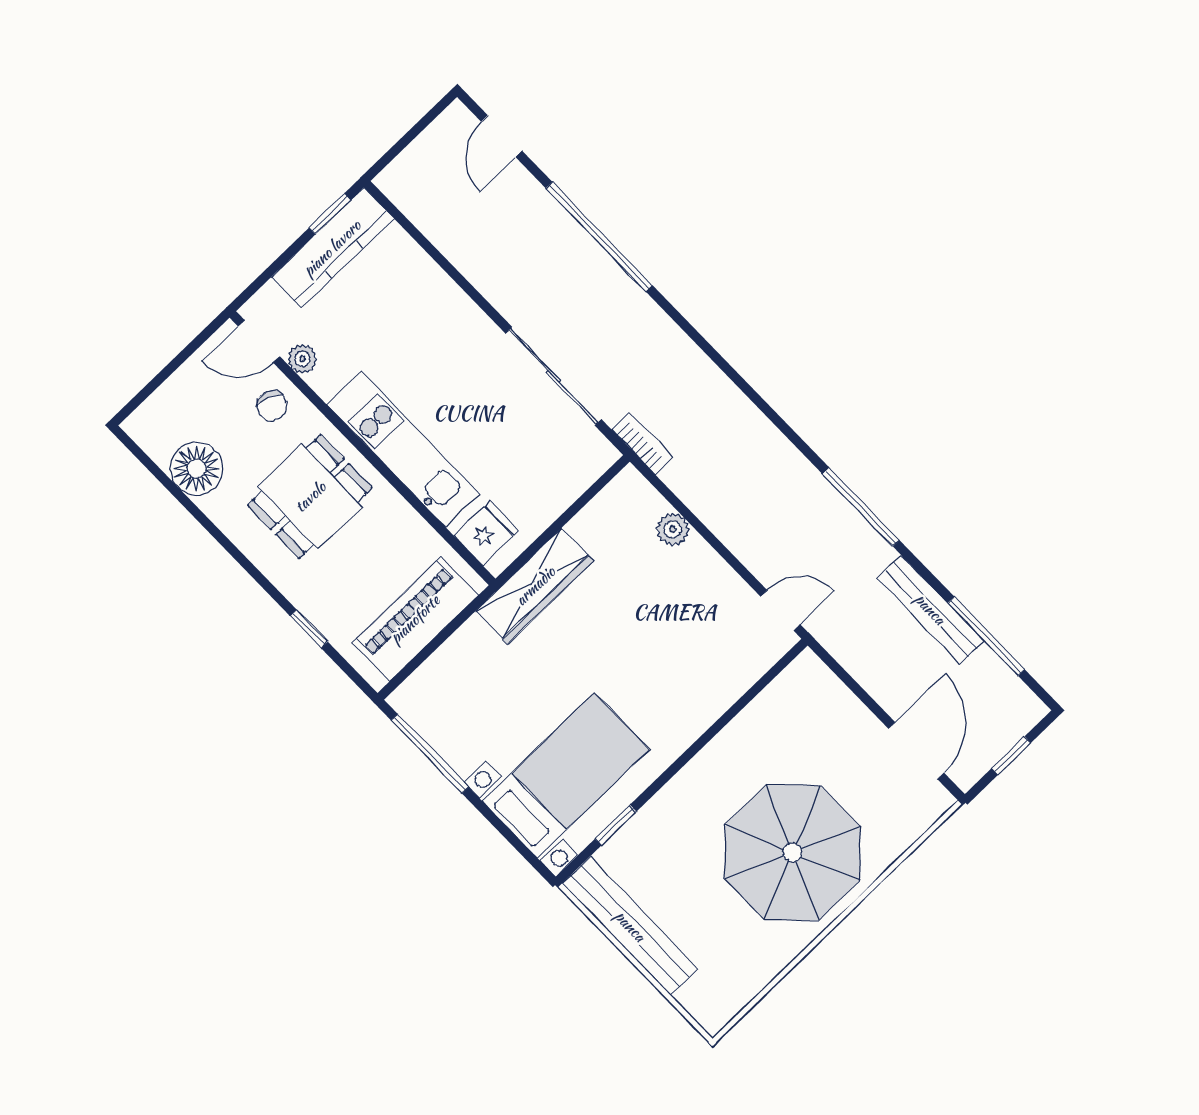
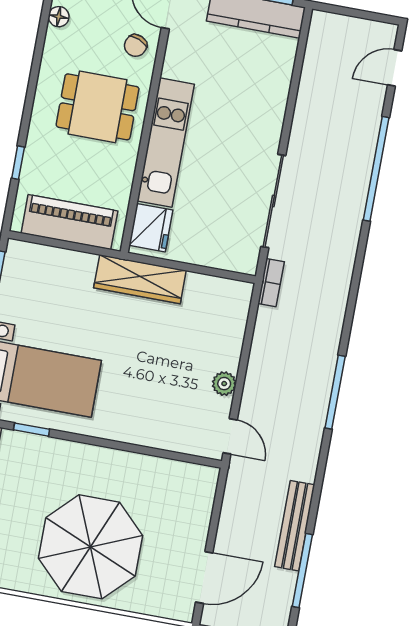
plant: (302, 359) -> (177, 44), removed
floor lamp: (196, 469) -> (59, 17), width x0.53, depth x0.53
window: (861, 507) -> (335, 392), moved
plant: (673, 529) -> (224, 384), moved
fridge: (486, 533) -> (151, 228), width x1.38

